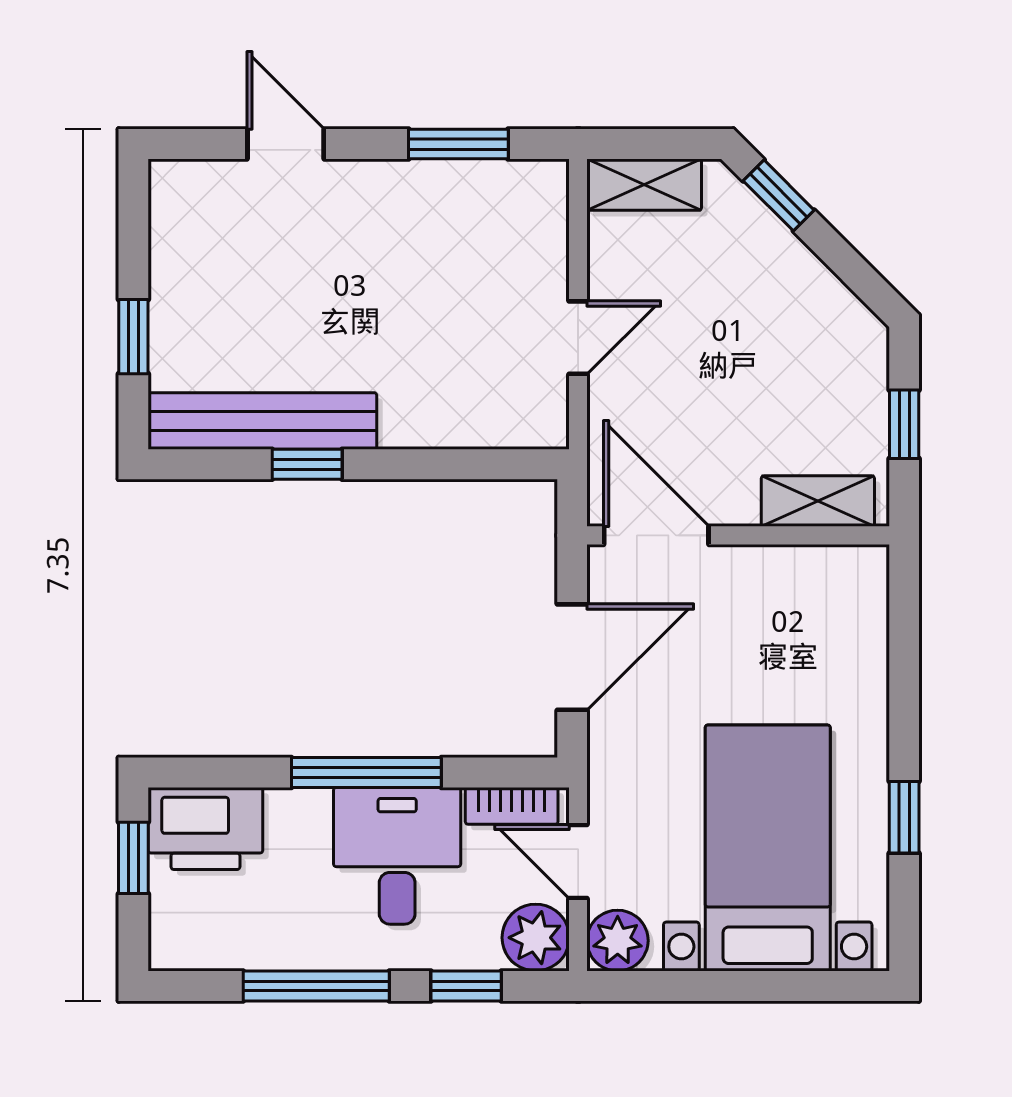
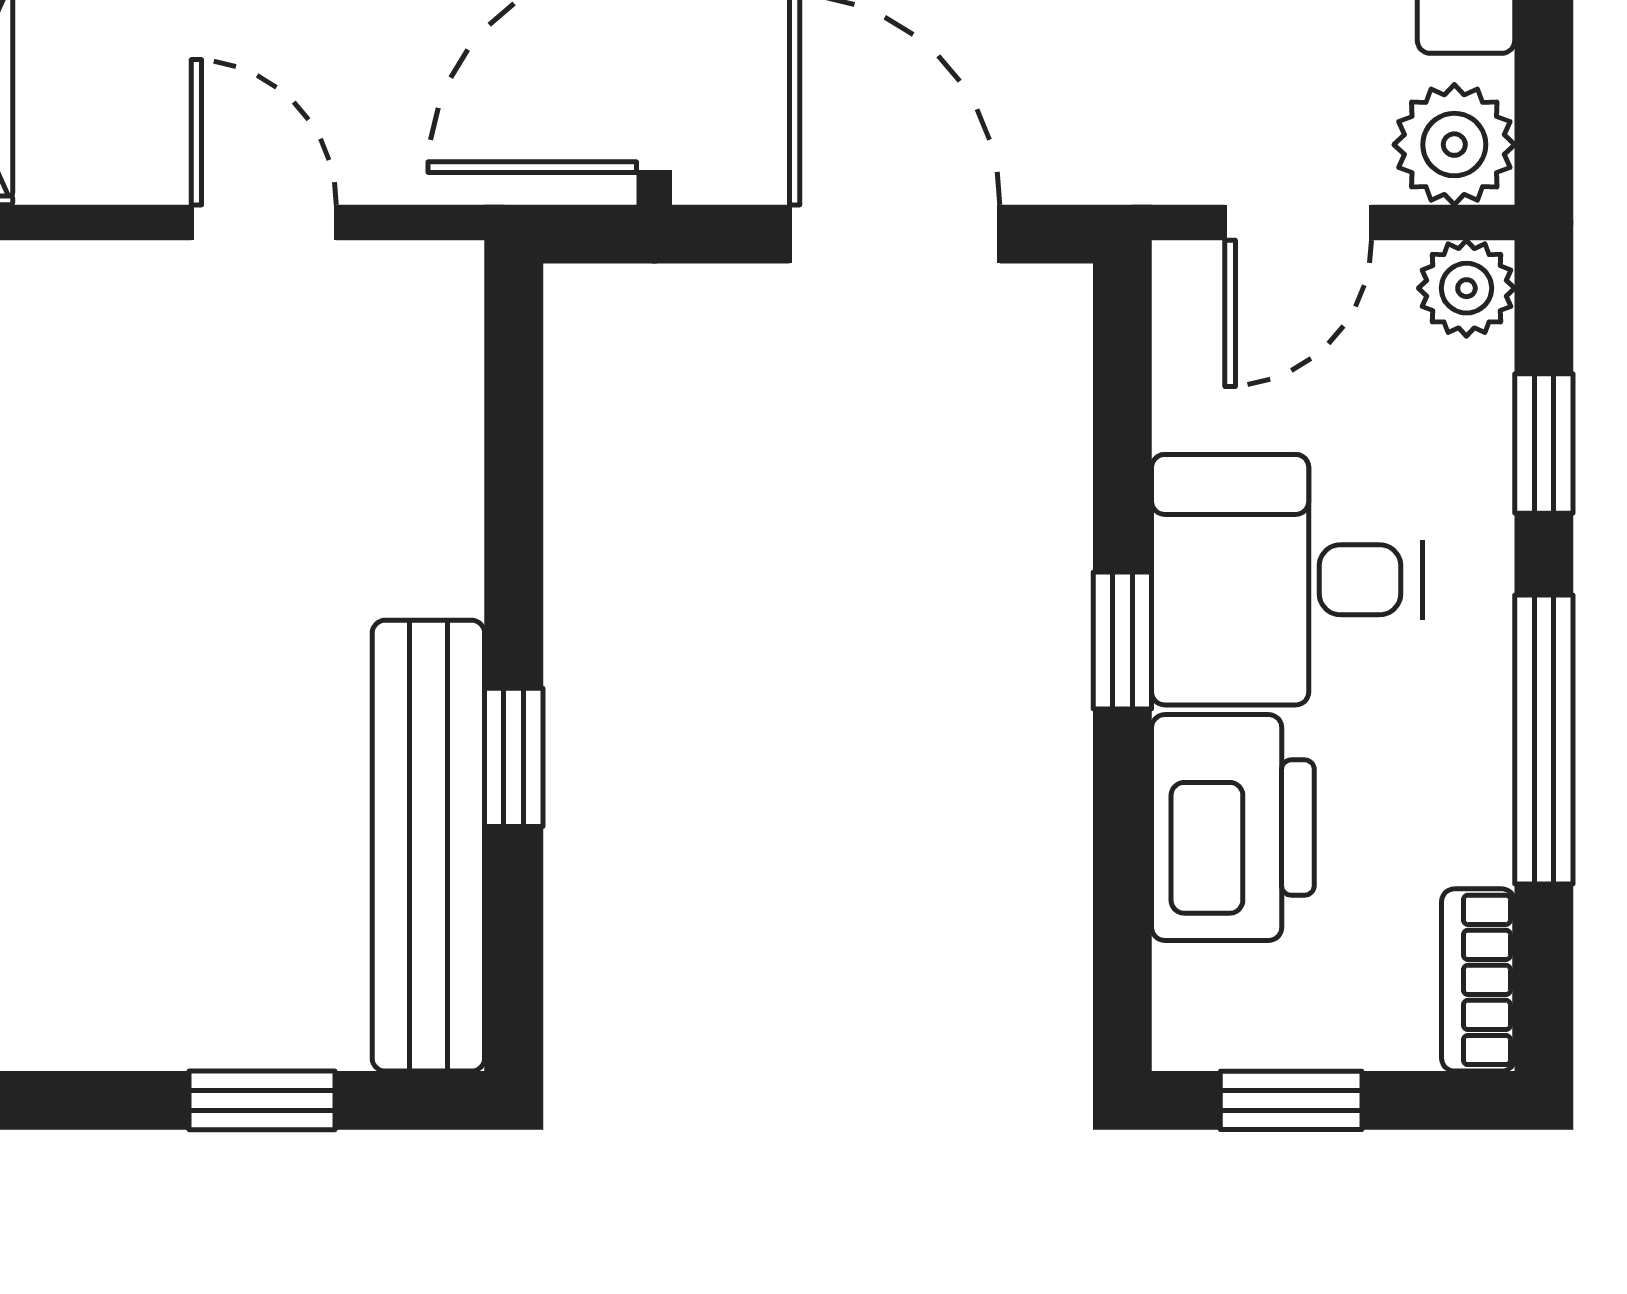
window: (366, 773) -> (1122, 640), width x0.46
bookcase: (512, 806) -> (1478, 980), moved, turned 180
printer: (205, 828) -> (1233, 828), moved
plant: (536, 938) -> (1466, 288), width x0.73, depth x0.73

